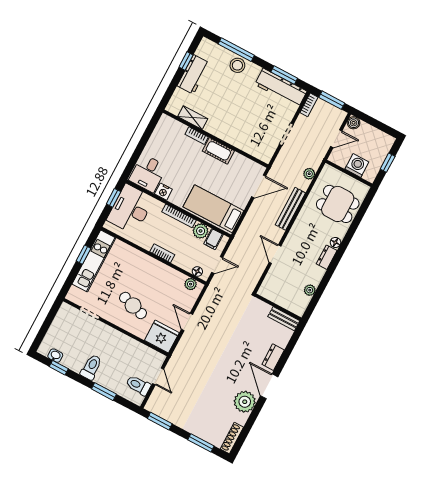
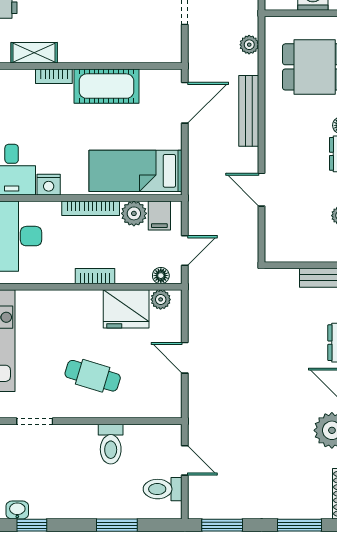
cot: (218, 151) -> (106, 86), width x1.37, depth x1.34
fridge: (162, 337) -> (126, 309), moved, turned 180
toilet: (91, 367) -> (111, 444), moved, turned 180

